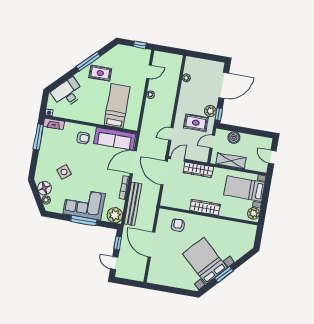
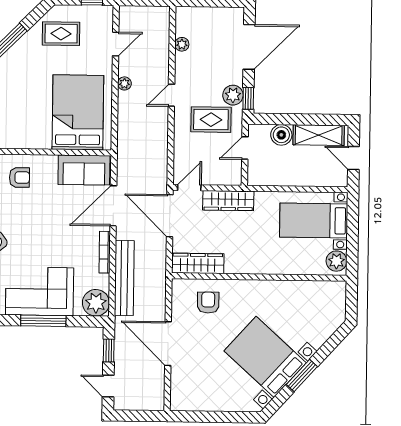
rug: (100, 73) -> (61, 34), moved
bed: (117, 106) -> (78, 112), width x1.50
door: (171, 134) -> (171, 95), moved
sofa: (115, 139) -> (84, 170), width x0.73
shelving: (231, 161) -> (319, 135), moved
wardrobe: (205, 207) -> (198, 263), moved

